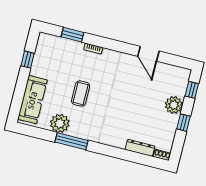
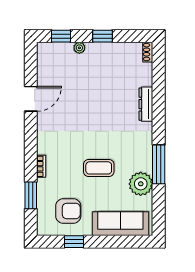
armchair: (53, 61) -> (68, 211), added
plant: (174, 105) -> (79, 48), width x0.53, depth x0.53
dresser: (140, 148) -> (146, 104), moved

